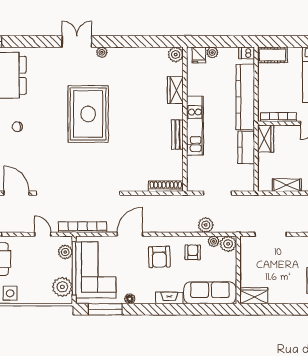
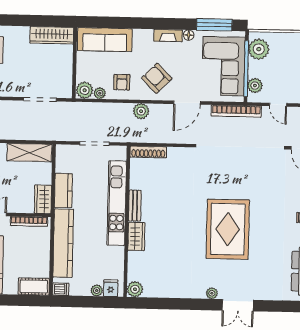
wardrobe: (175, 90) -> (136, 236), moved
kitchen unit: (195, 126) -> (117, 203), width x1.36
shelving: (287, 185) -> (29, 153), width x1.50, depth x1.33
plant: (206, 225) -> (141, 111), moved
armchair: (159, 257) -> (157, 78), turned -43
wardrobe: (254, 296) -> (52, 35), width x1.50
fireplace: (169, 298) -> (168, 36), moved

